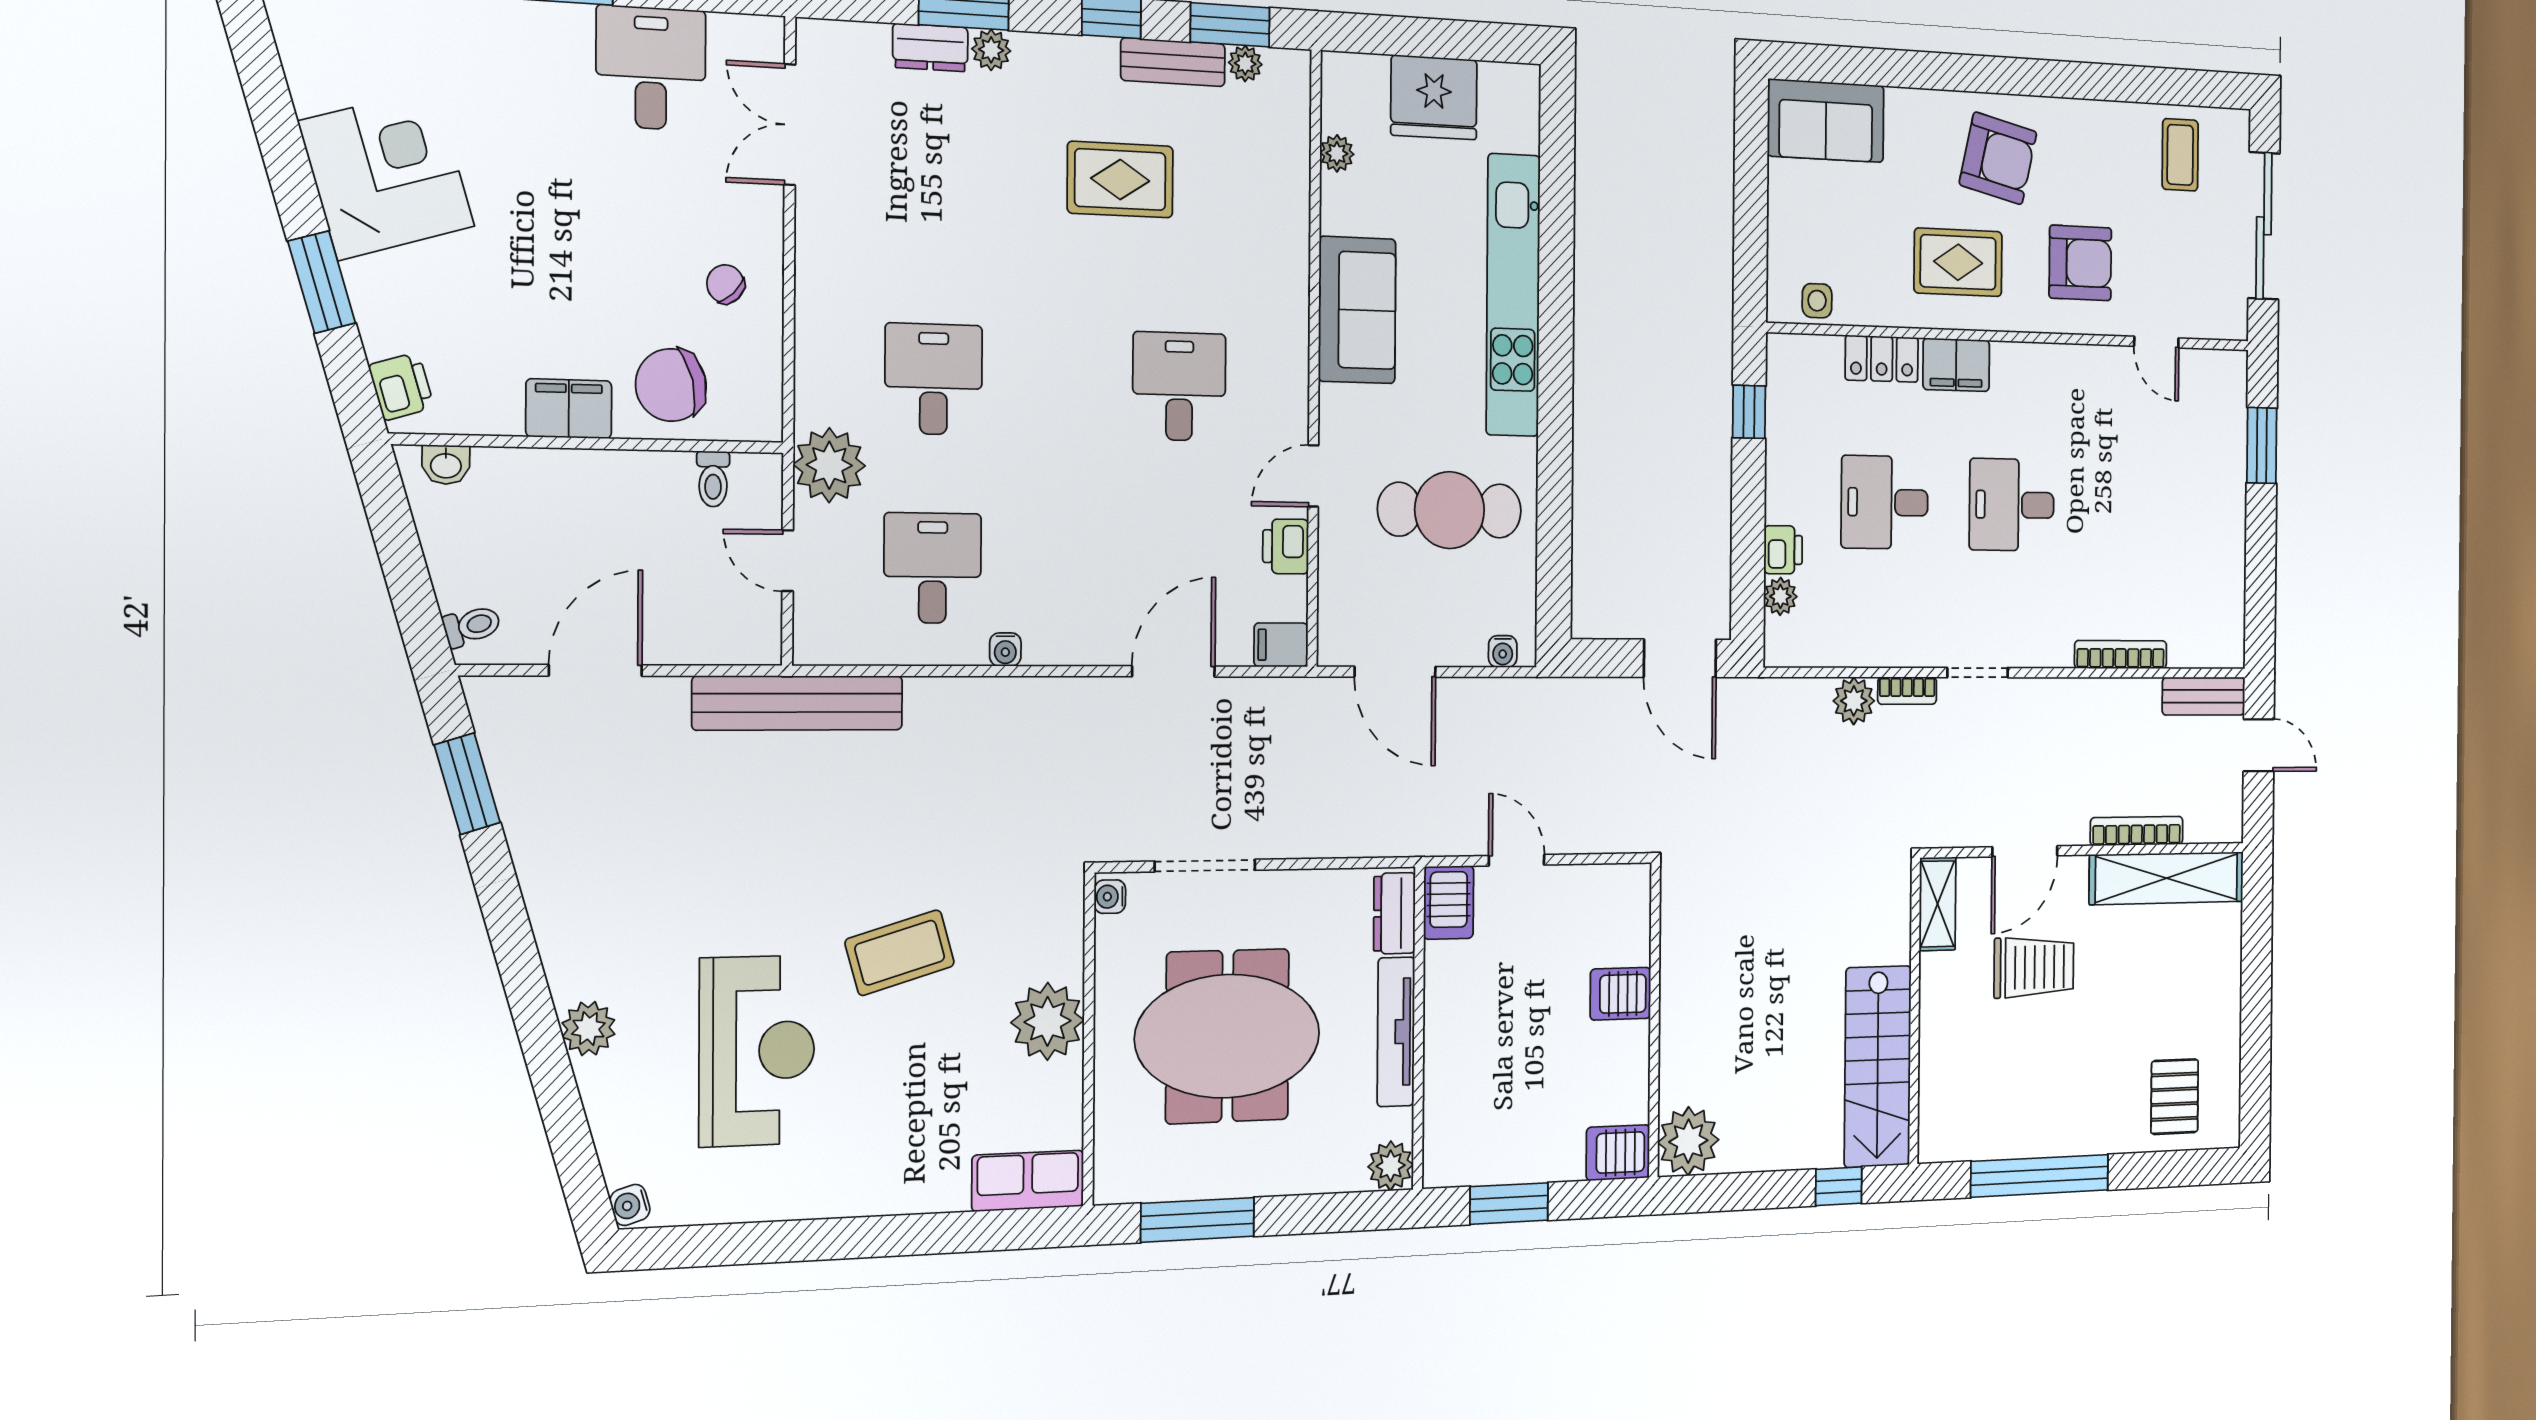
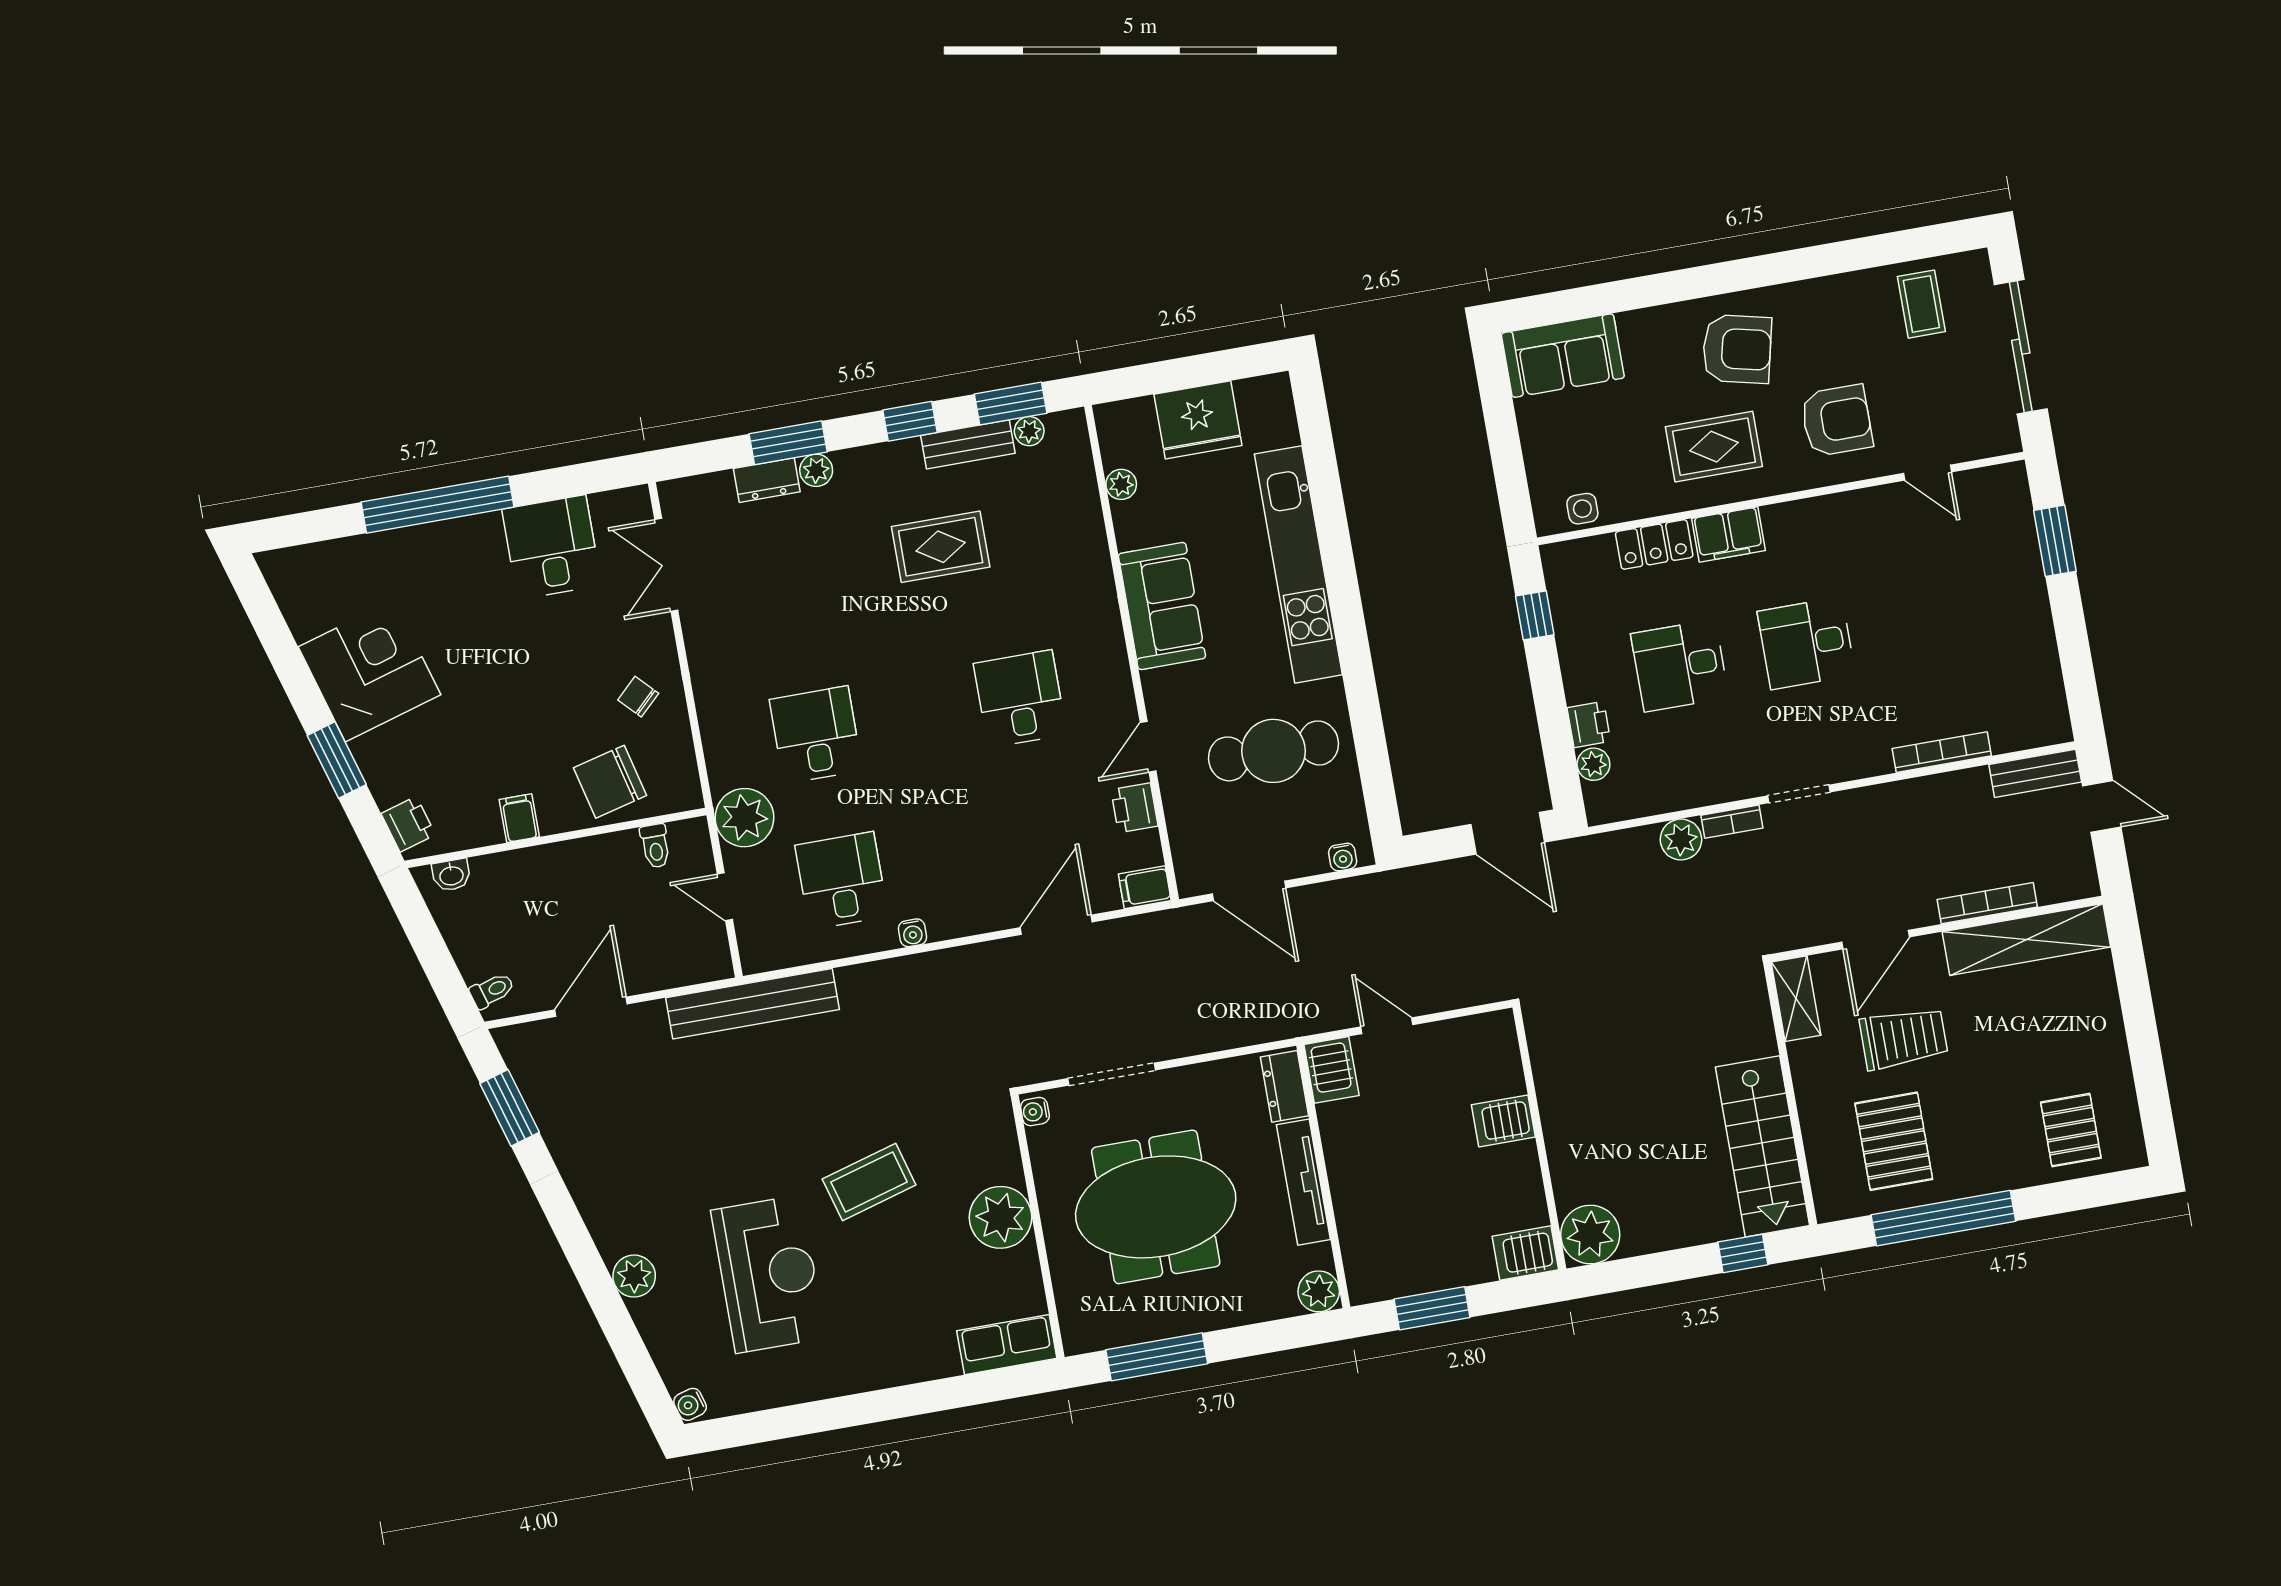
filing cabinet: (569, 409) -> (519, 818), width x0.50
pallet: (2006, 1082) -> (1894, 1141), added

